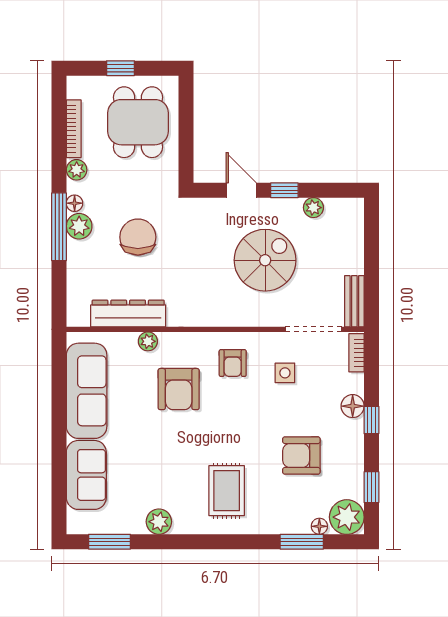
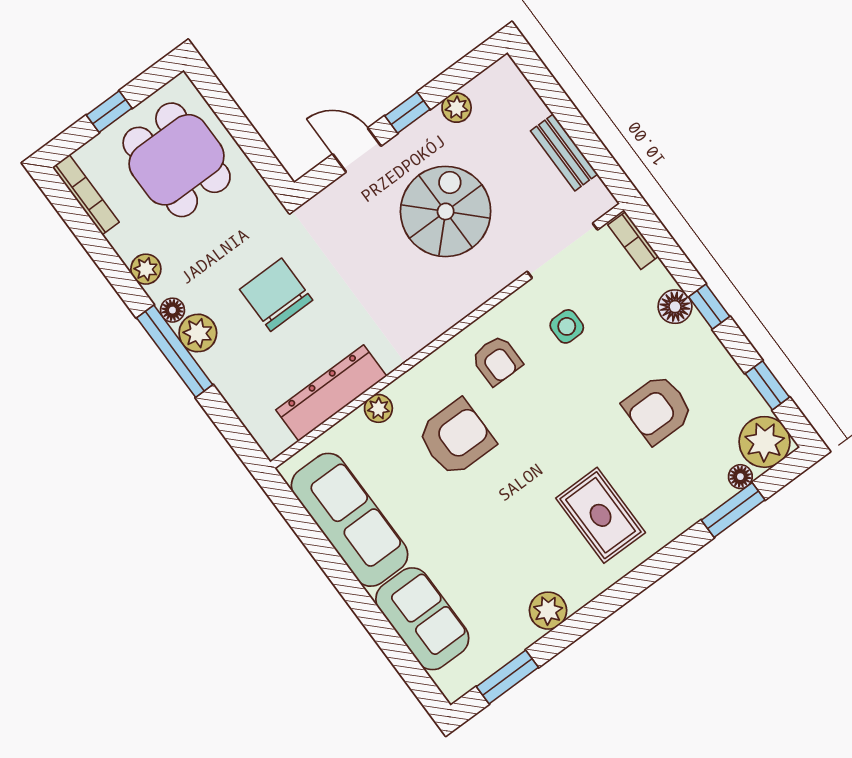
bookcase: (74, 129) -> (86, 195), moved
bench: (354, 301) -> (564, 152), moved
armchair: (179, 389) -> (456, 438), turned -90

